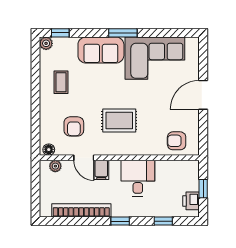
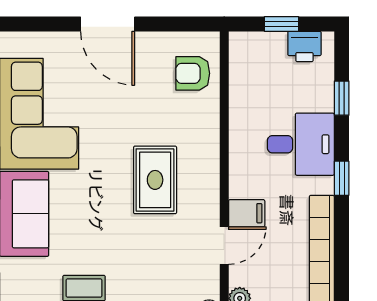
armchair: (74, 126) -> (166, 264), removed
armchair: (177, 141) -> (193, 73), turned 90
desk: (138, 178) -> (301, 144), moved, turned 180

